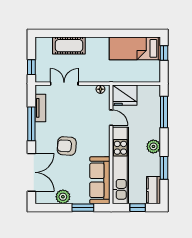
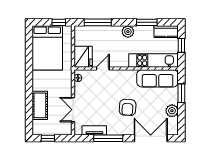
bed: (135, 48) -> (47, 48), width x1.50
window: (164, 53) -> (59, 22), moved
window: (31, 67) -> (48, 138), moved
kitchen unit: (120, 165) -> (154, 60), width x0.73

